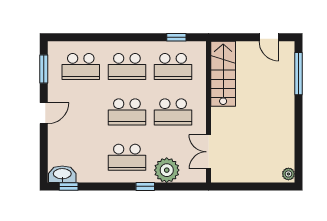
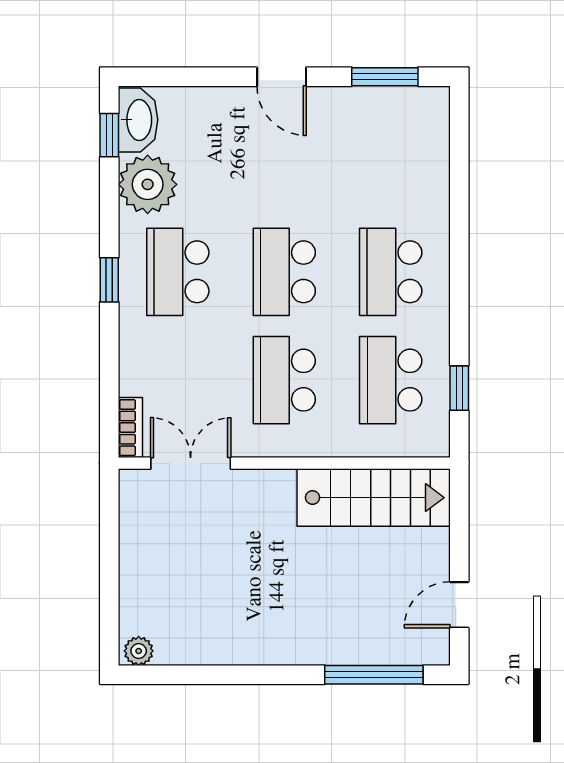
school desk: (81, 67) -> (391, 163), removed
plant: (167, 170) -> (148, 184), moved
bookcase: (193, 177) -> (130, 428), added
window: (145, 186) -> (109, 280), moved

